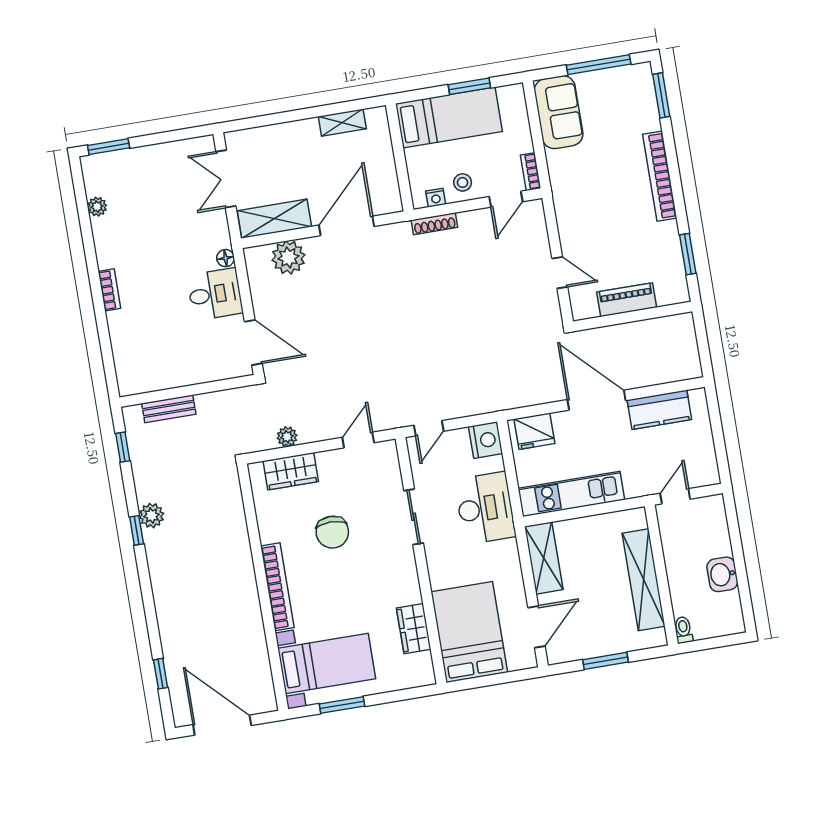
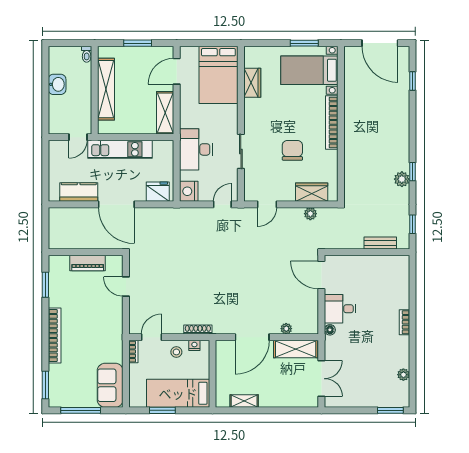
plant: (288, 257) -> (286, 329), width x0.53, depth x0.53
kitchen unit: (571, 494) -> (120, 149), moved

